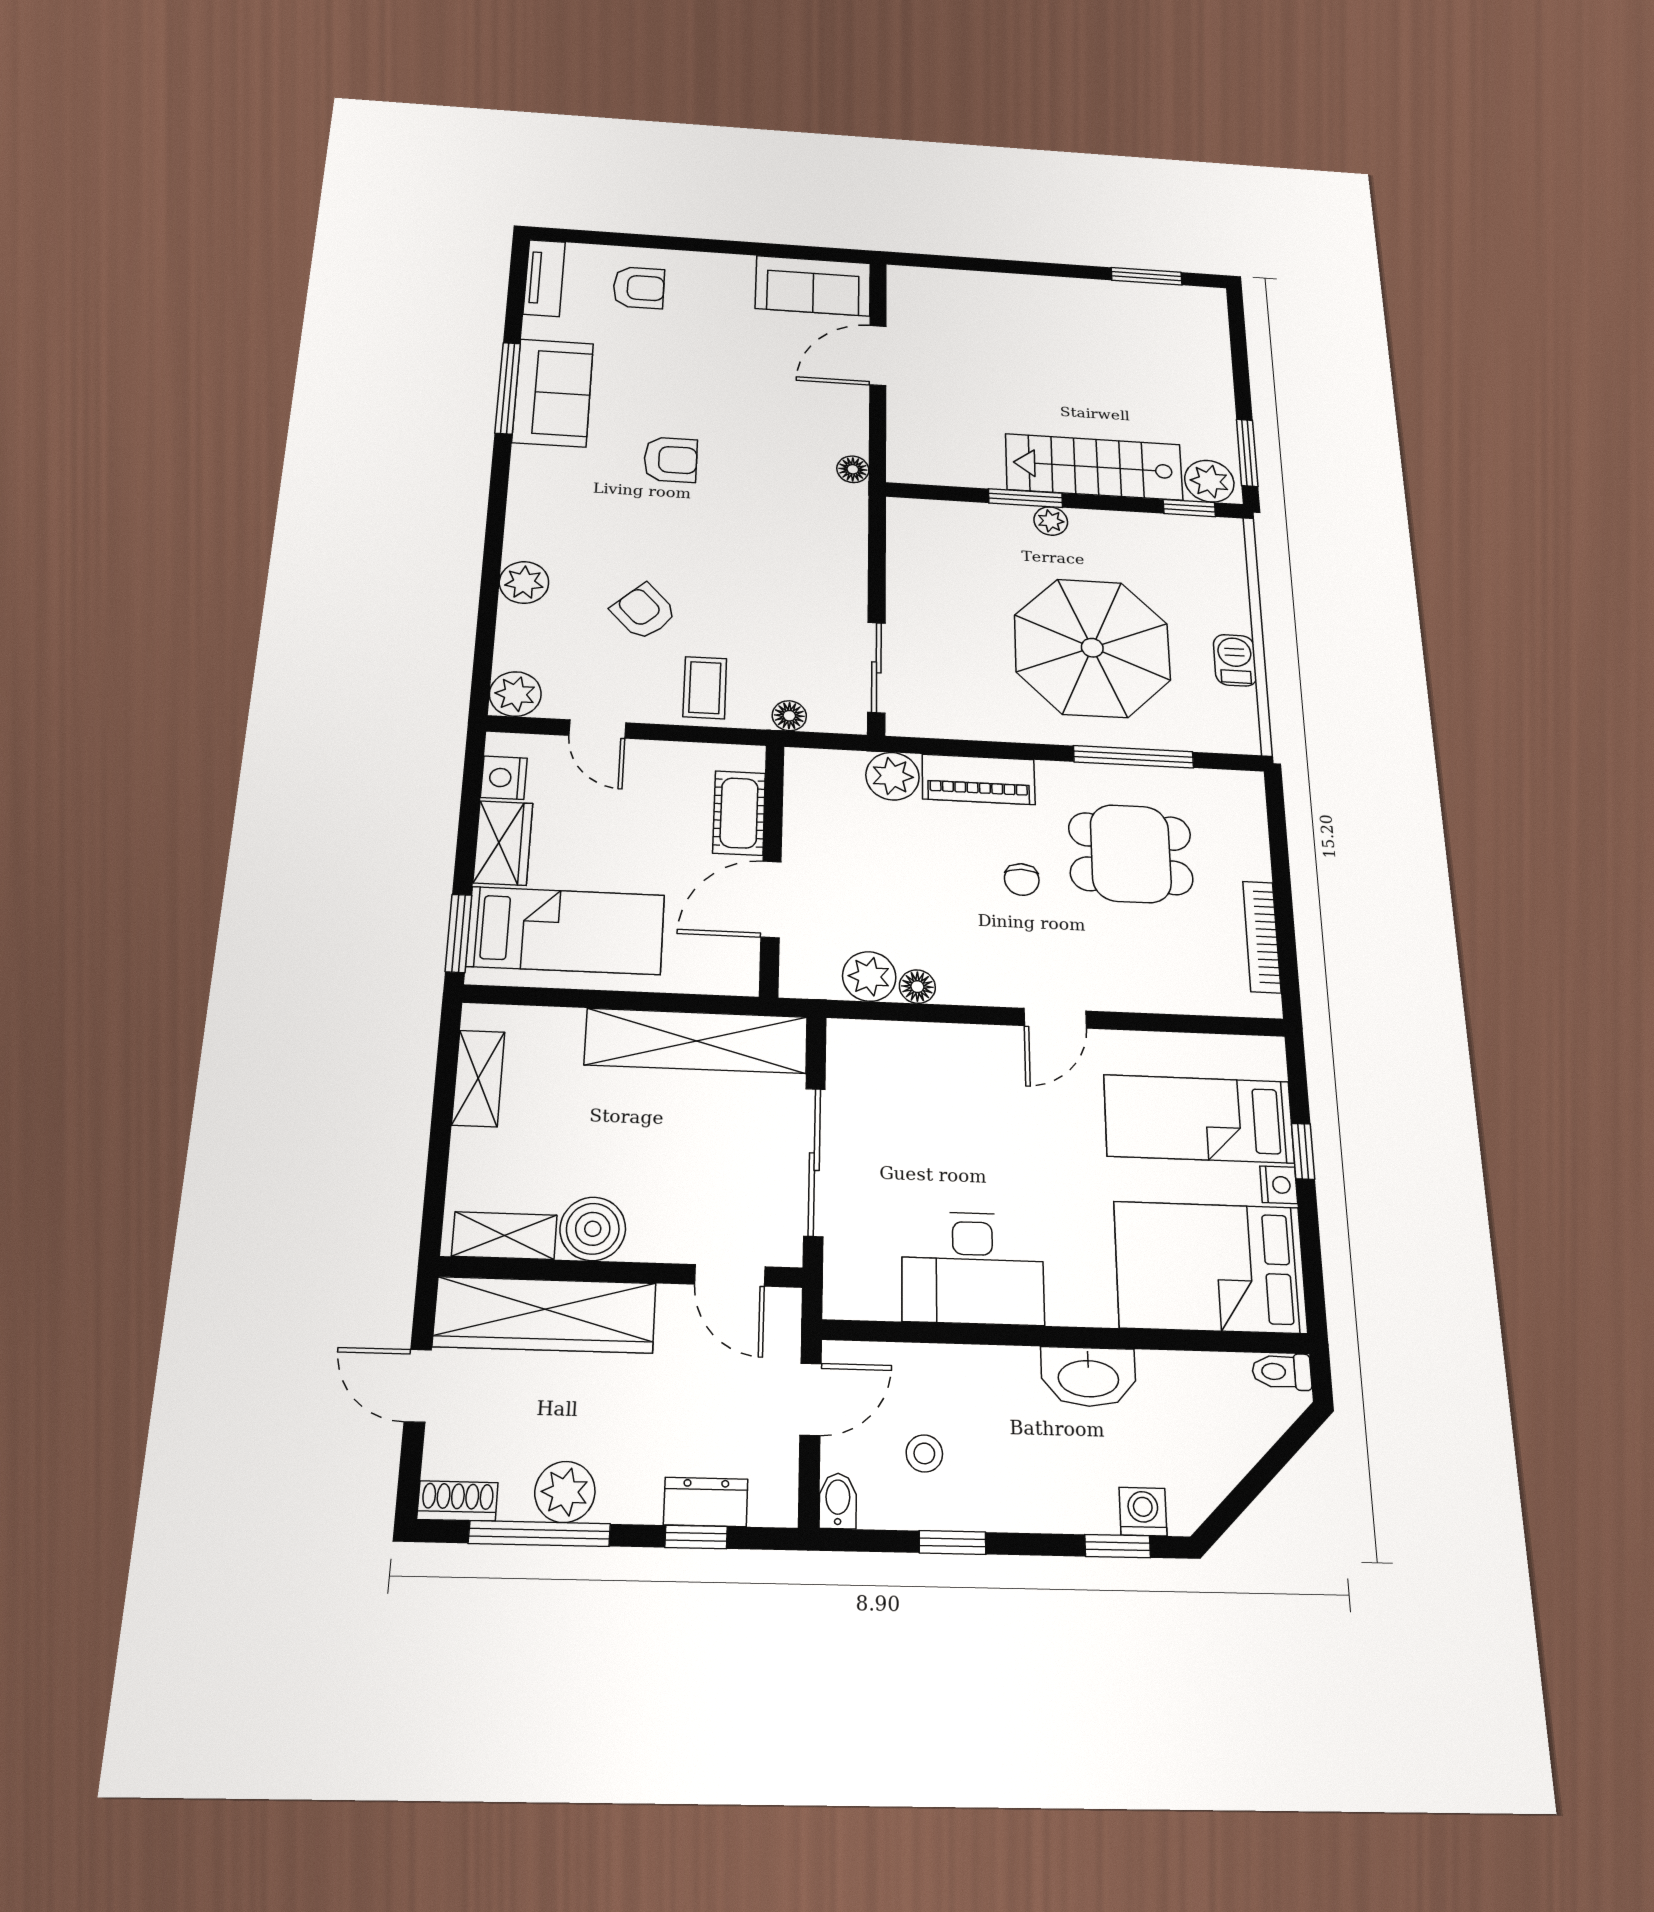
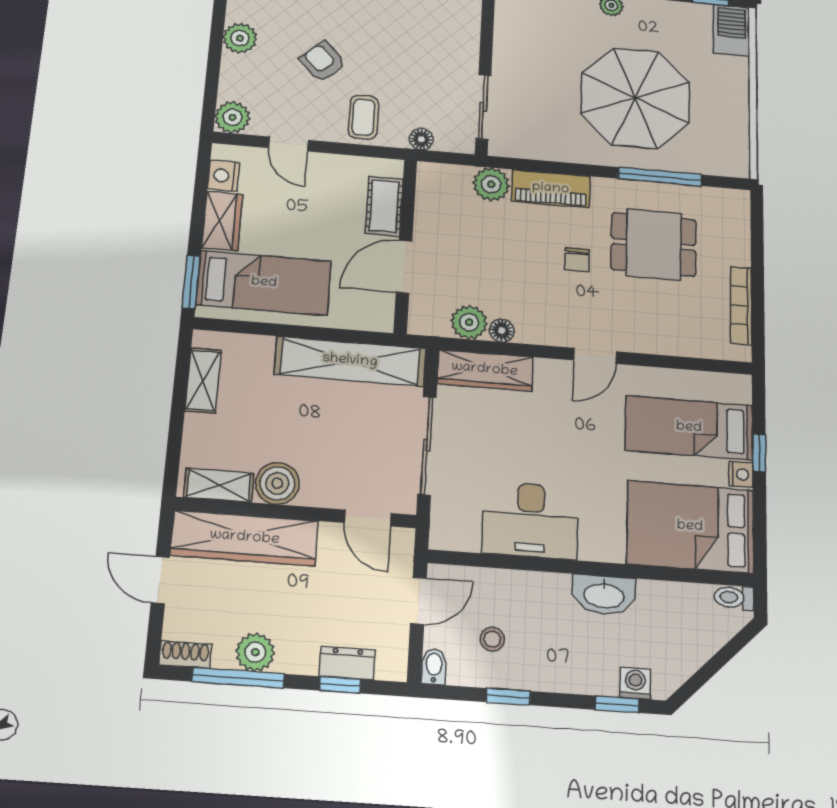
barbecue: (1235, 660) -> (732, 30), moved, width x1.38, depth x1.27
wardrobe: (896, 1046) -> (485, 370), added

